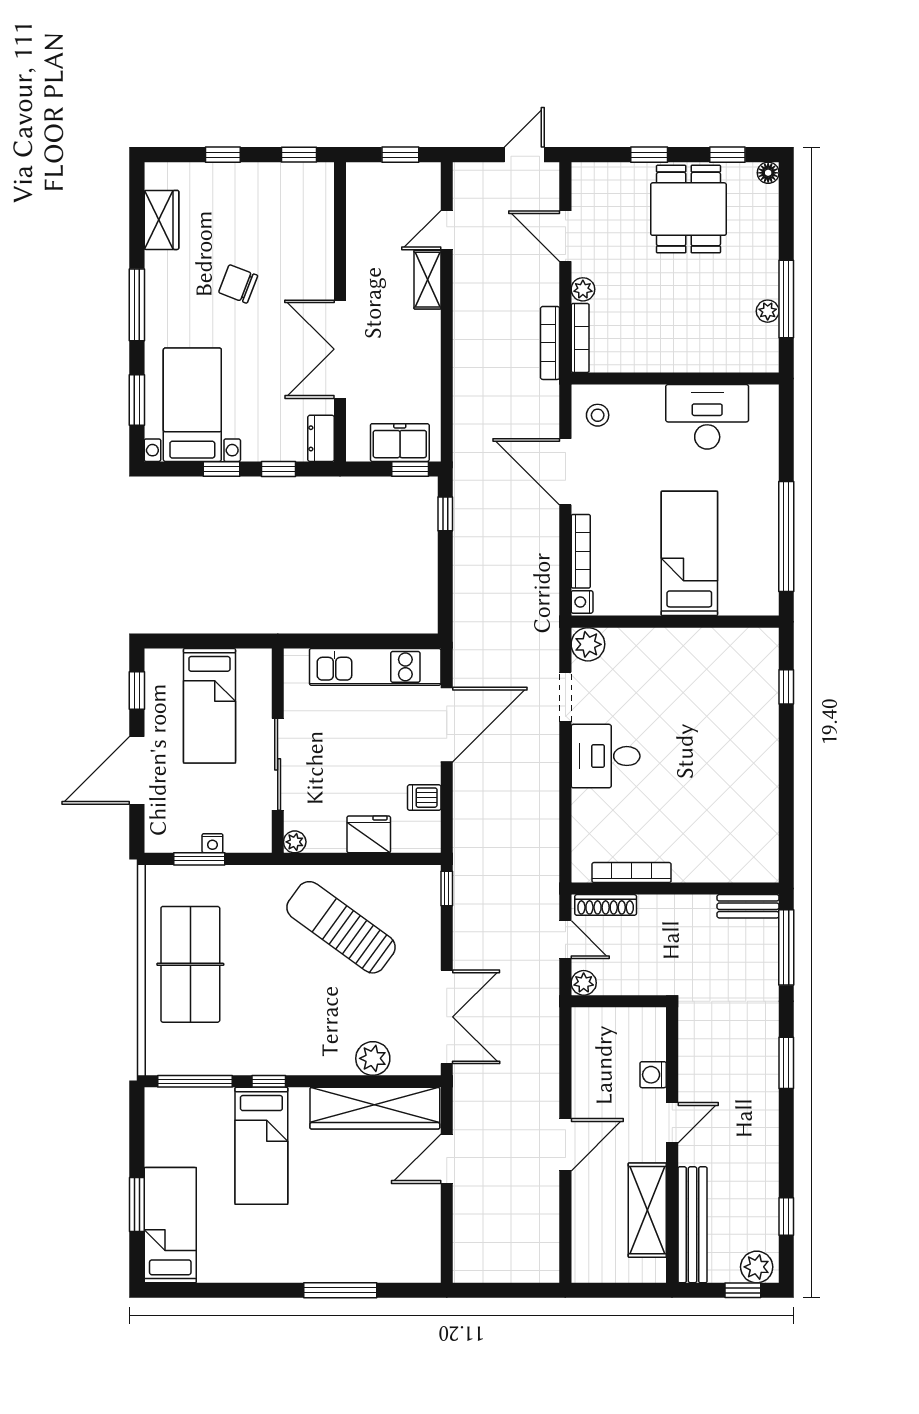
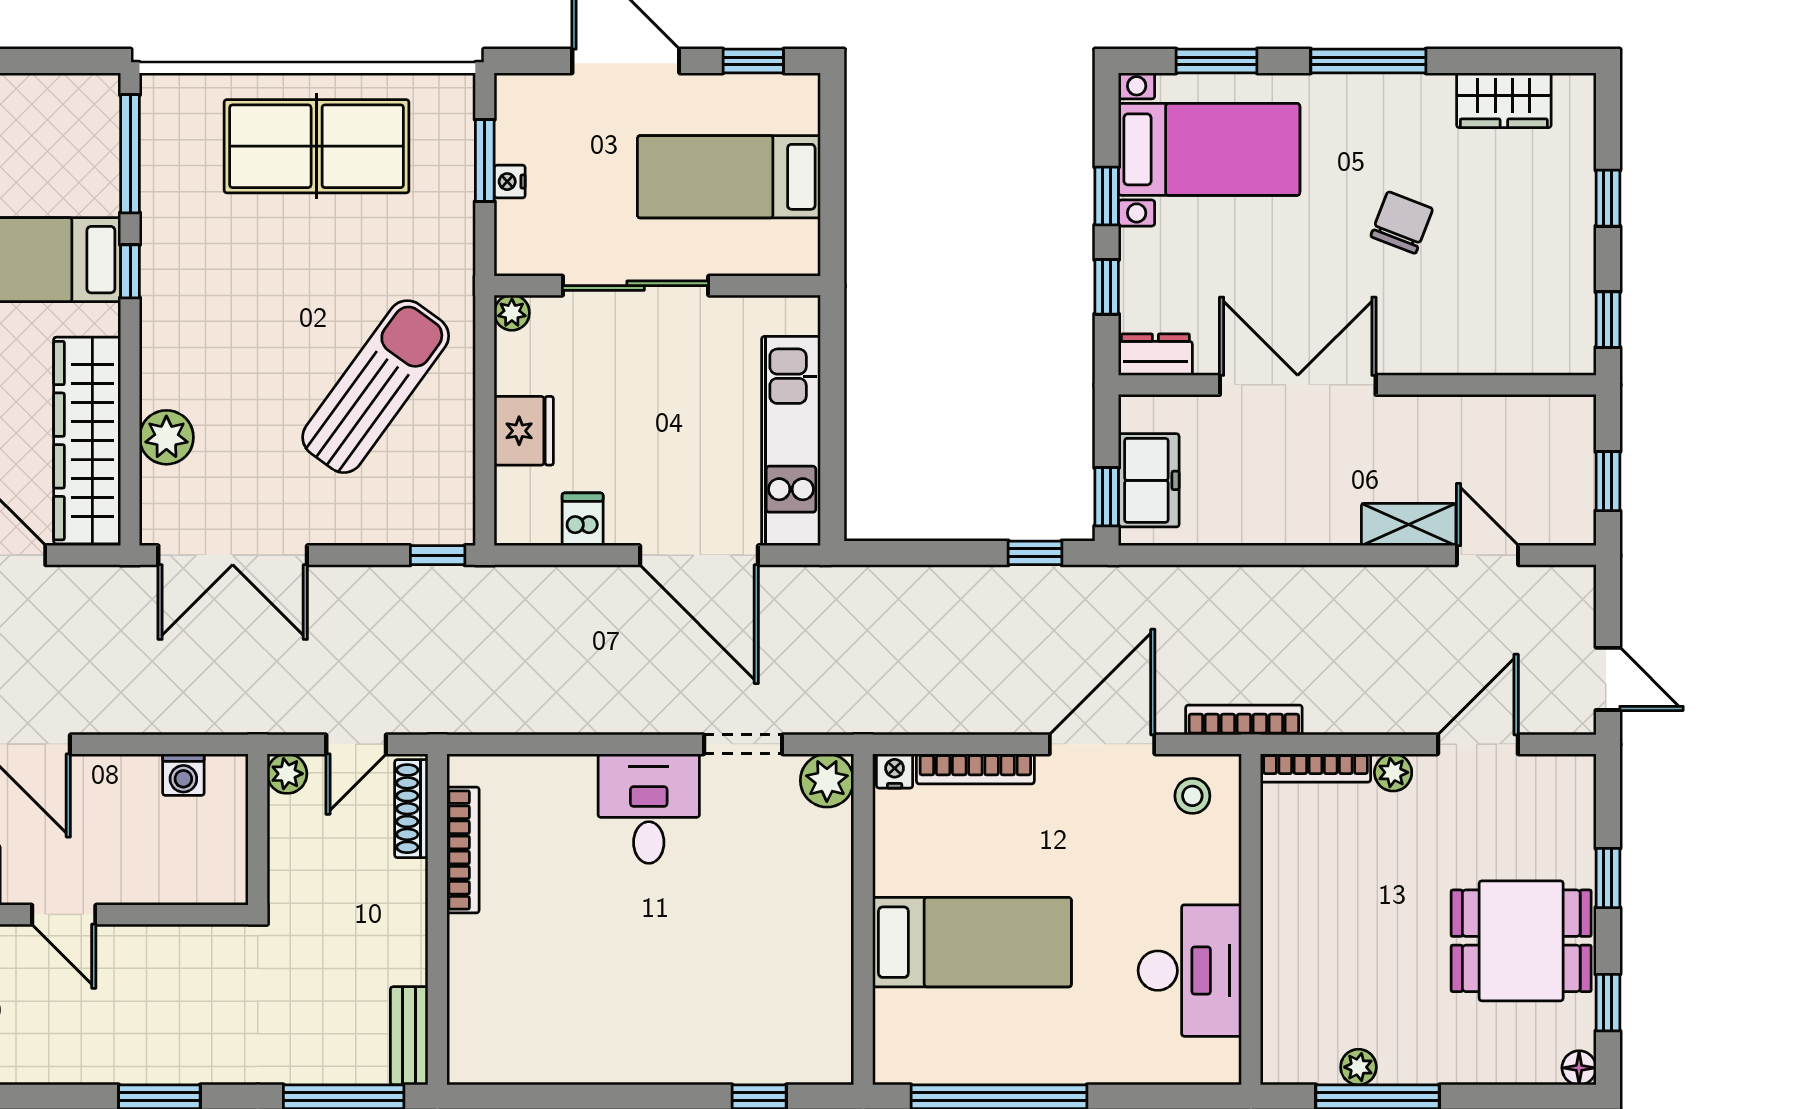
bookcase: (550, 343) -> (1244, 720), moved
washing machine: (653, 1075) -> (183, 775), moved, turned 180

